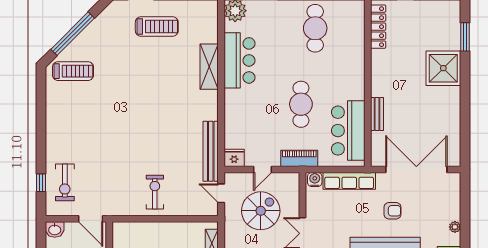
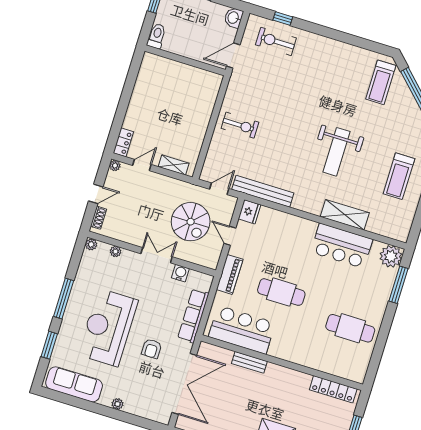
weight bench: (152, 93) -> (337, 152), added
water cooler: (315, 179) -> (180, 273), moved, turned -90

